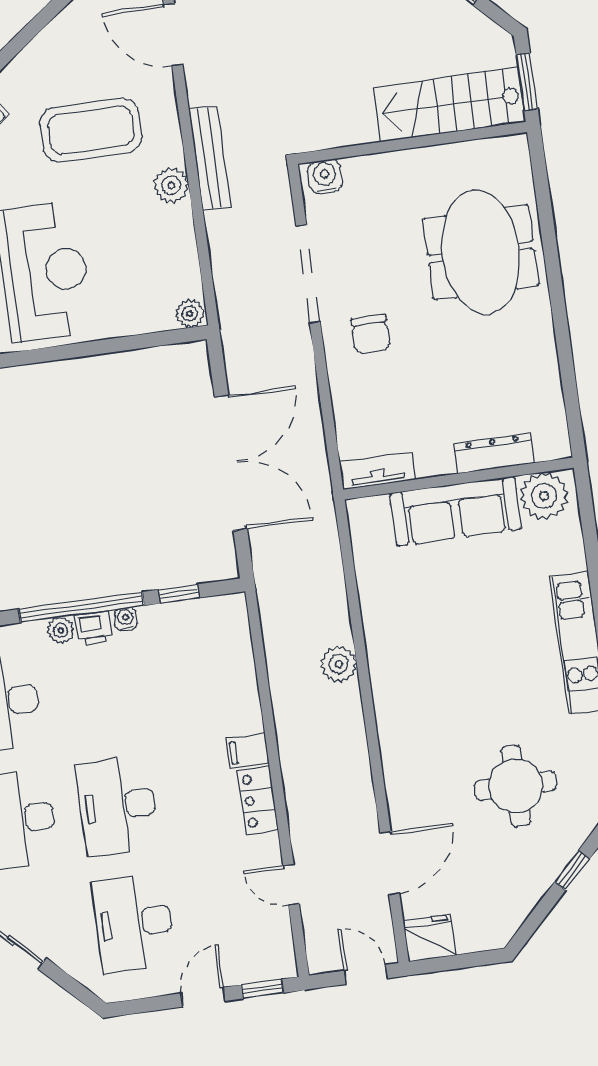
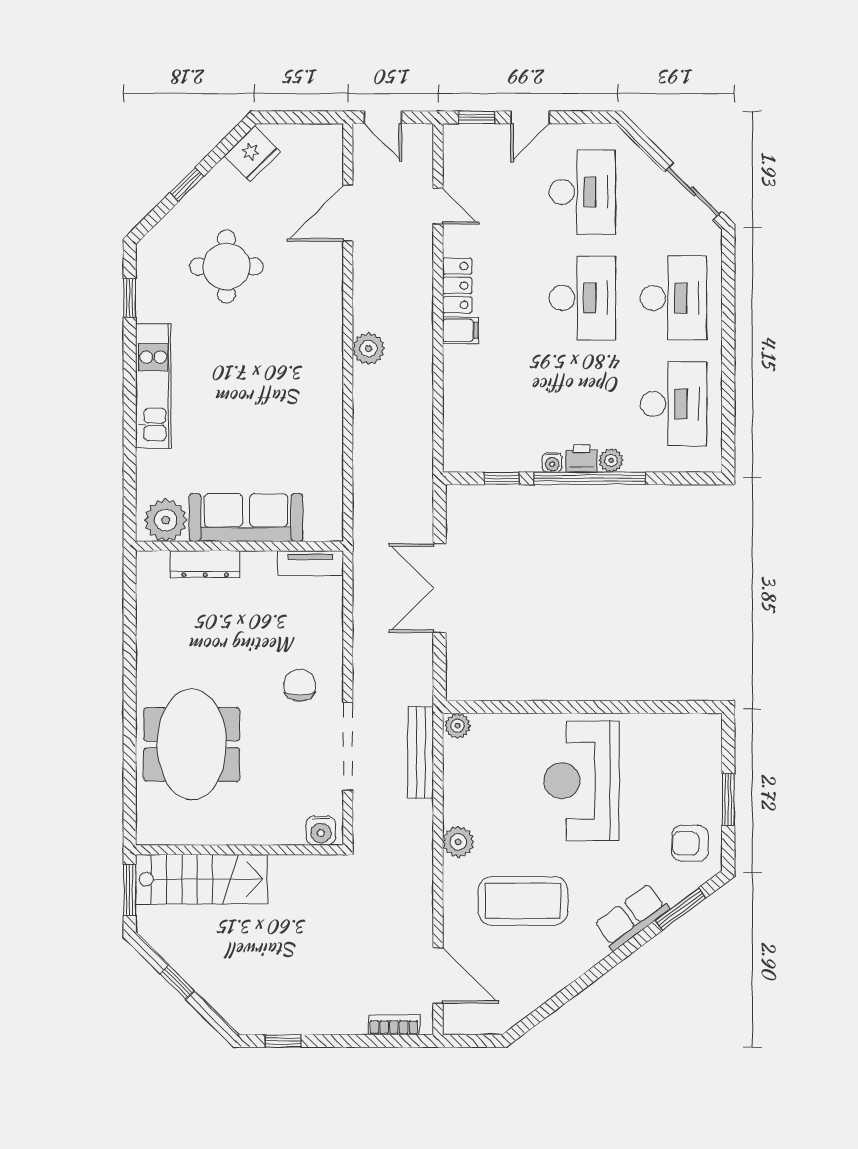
bench: (210, 158) -> (421, 753), moved
double door: (231, 463) -> (440, 588), width x0.73
plant: (339, 664) -> (369, 349), moved
fridge: (430, 938) -> (252, 154), moved, turned -45

